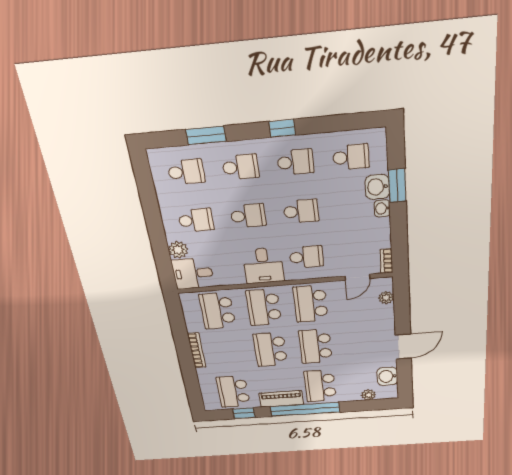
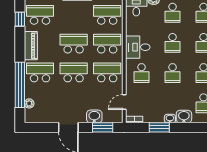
window: (397, 186) -> (159, 127), moved
door: (357, 277) -> (124, 102), hinge flipped
plant: (386, 298) -> (108, 118), removed
window: (402, 303) -> (103, 127), added
washbasin: (387, 376) -> (94, 116), moved
window: (305, 409) -> (20, 85), moved

